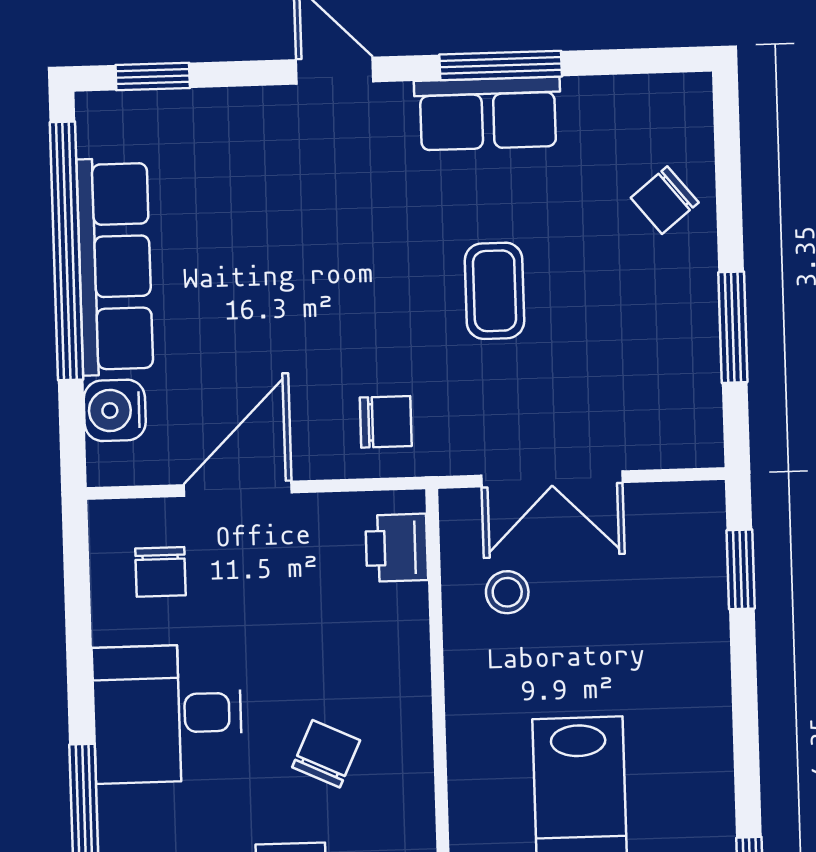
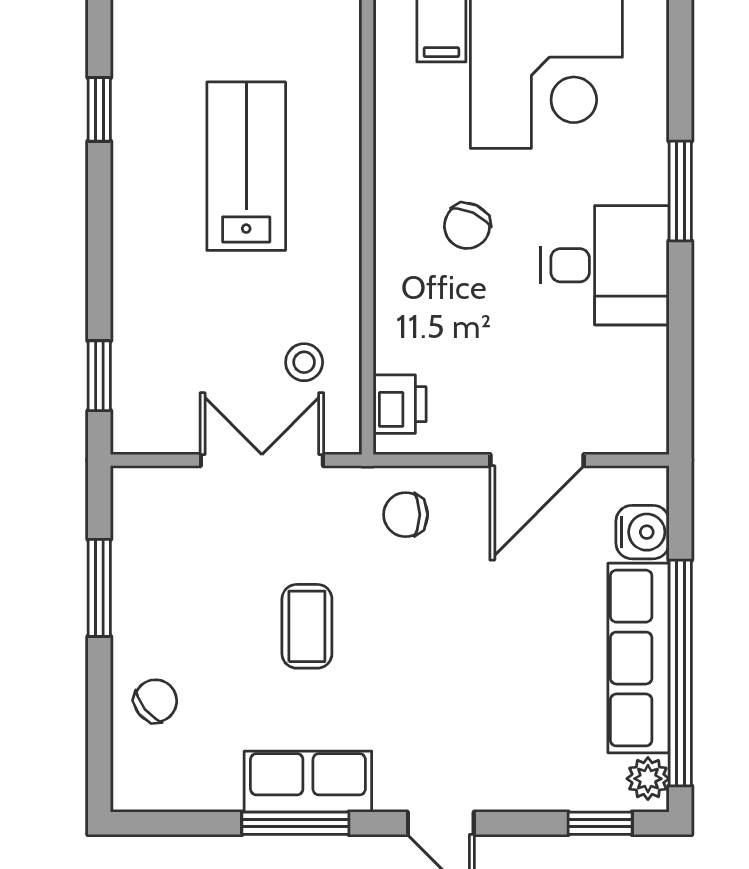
plant: (100, 129) -> (648, 779), added
chair: (160, 572) -> (607, 390), removed

